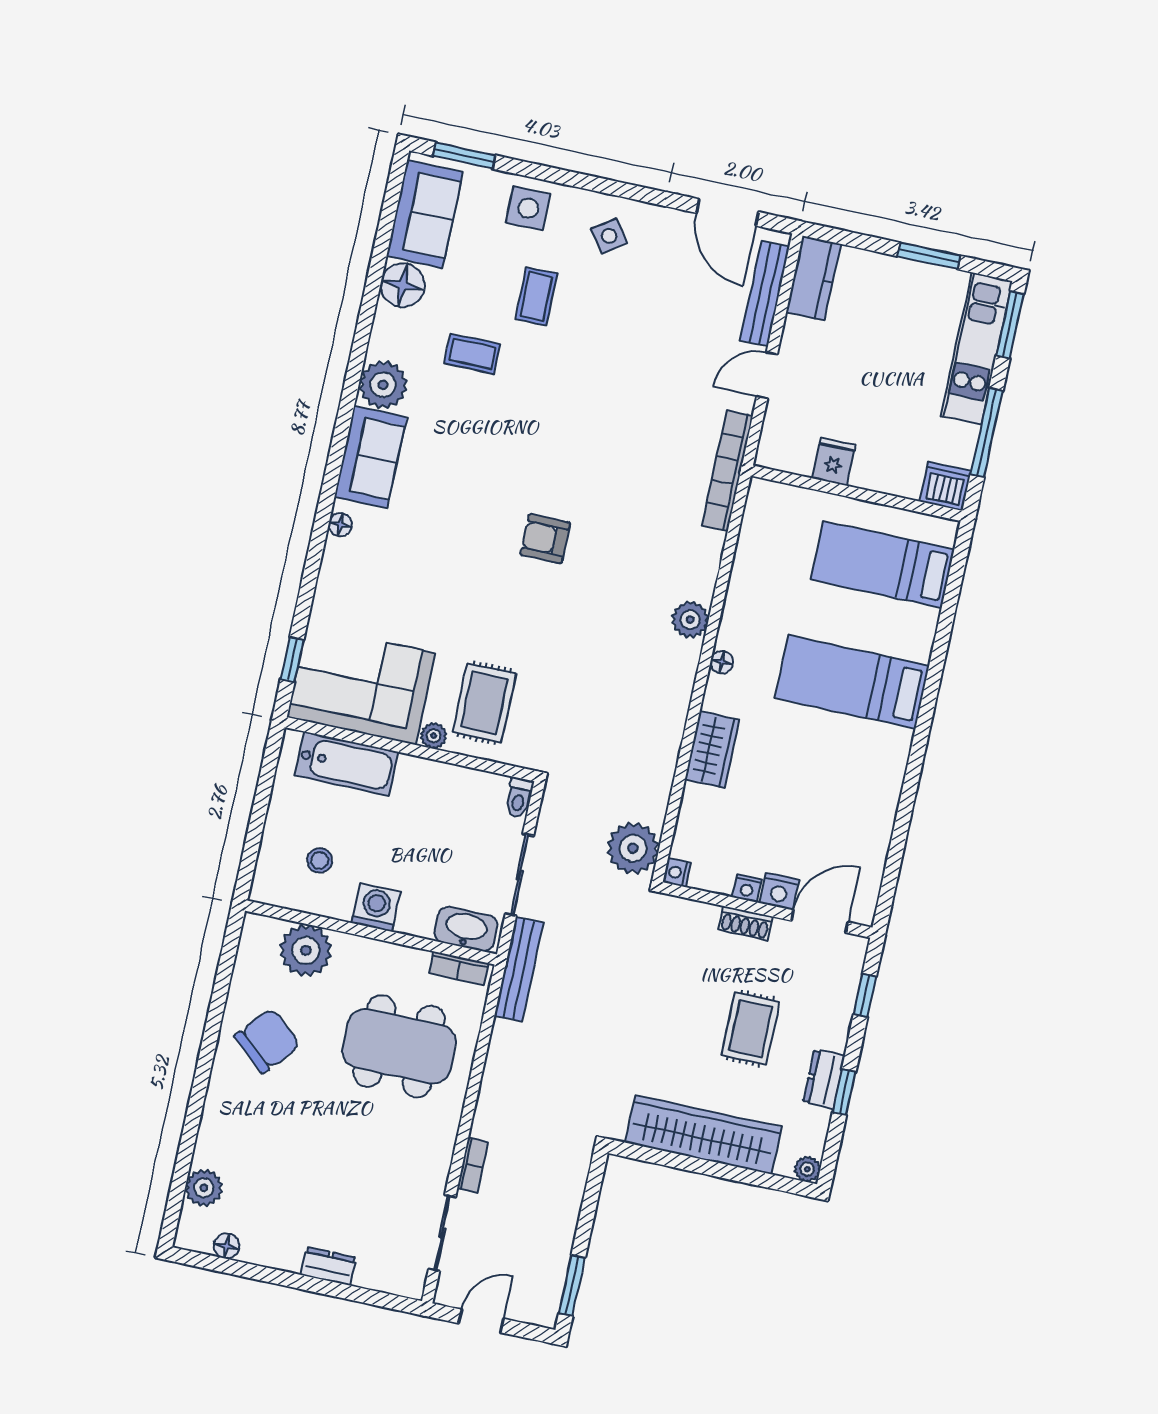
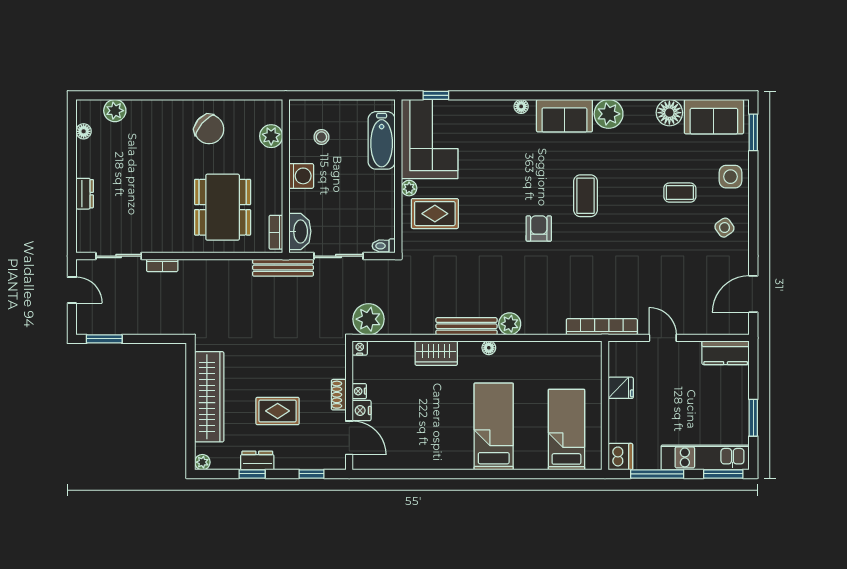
bench: (765, 294) -> (466, 326), moved
coffee table: (472, 354) -> (585, 196), moved, width x1.36, depth x1.30
plant: (306, 950) -> (271, 136), width x0.73, depth x0.73

